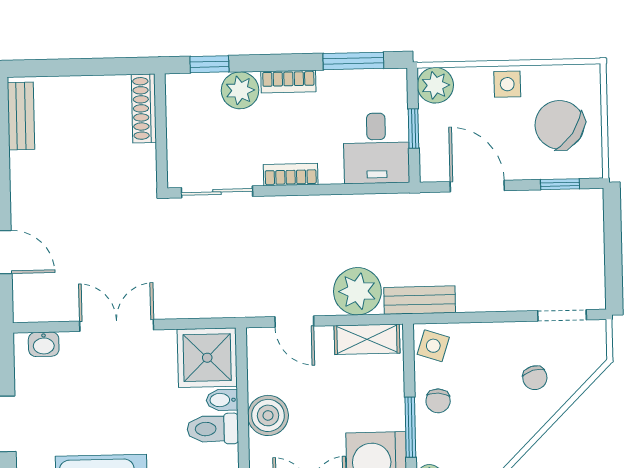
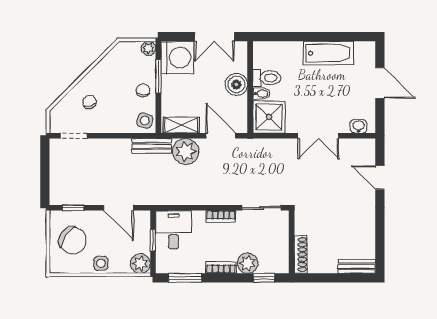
bench: (21, 116) -> (357, 266), moved, turned 90
door: (294, 321) -> (221, 136), width x1.38

